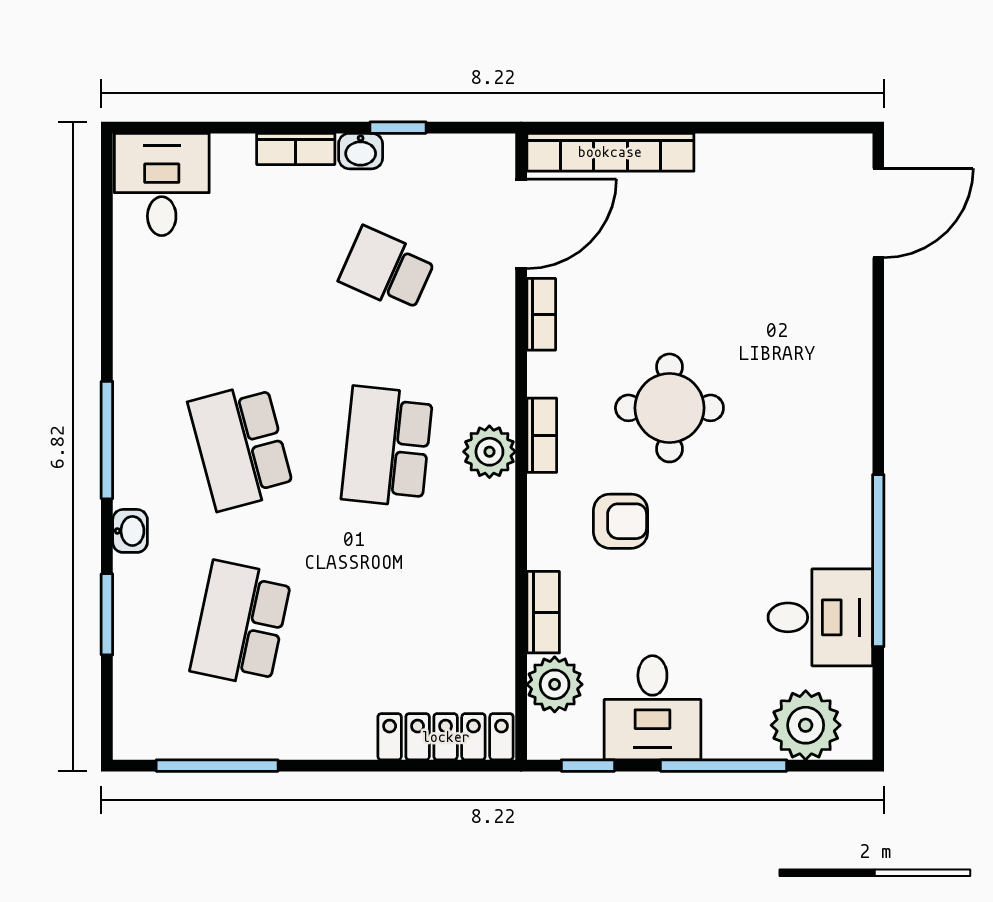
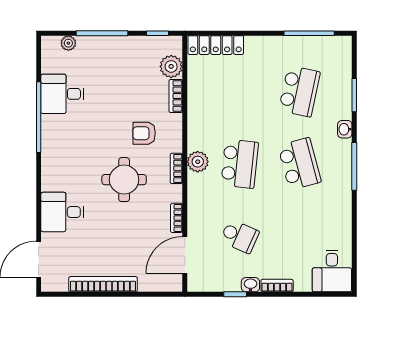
bookcase: (610, 152) -> (103, 284), moved
desk: (652, 708) -> (62, 212), moved, turned -90
plant: (806, 725) -> (68, 43), width x0.53, depth x0.53

